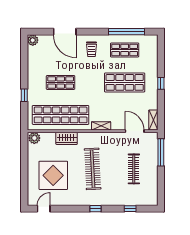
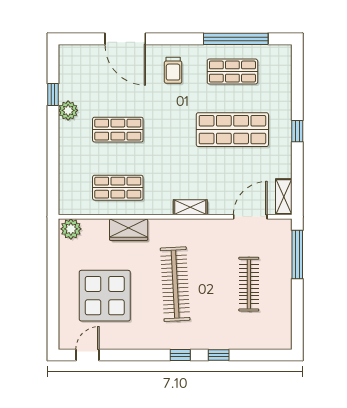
plant: (33, 40) -> (68, 110), moved
window: (24, 95) -> (53, 95), moved
shop shelf: (61, 115) -> (118, 188), width x0.50, depth x0.74
door: (135, 131) -> (250, 217), hinge flipped
window: (130, 209) -> (219, 355), moved

